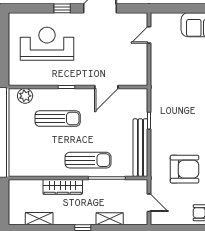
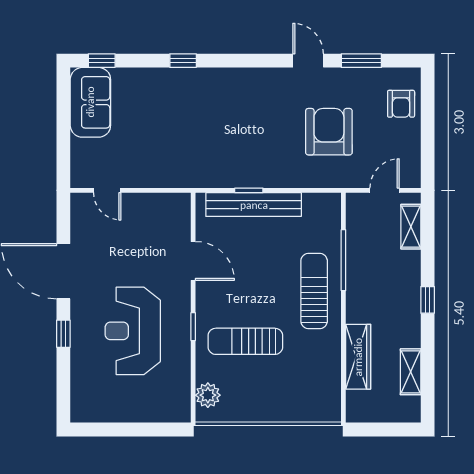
reception desk: (47, 44) -> (133, 331), moved
sun lounger: (58, 119) -> (245, 341), turned -90
bench: (140, 148) -> (254, 205), moved
wardrobe: (63, 187) -> (358, 357), moved
shelving: (110, 219) -> (411, 227), moved

